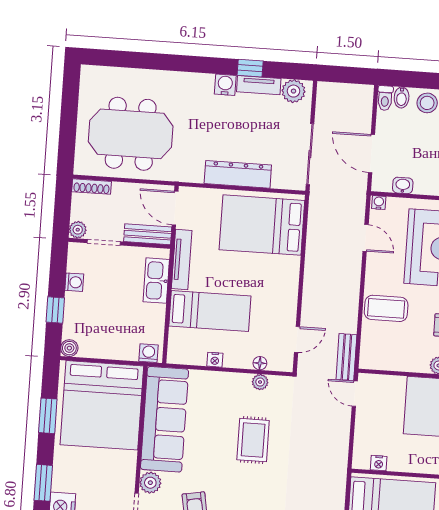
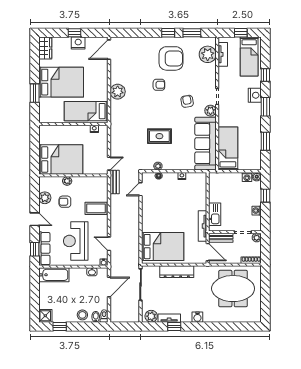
water cooler: (225, 85) -> (197, 317), moved
door: (371, 154) -> (109, 287), hinge flipped
bed: (210, 311) -> (186, 201), removed
washing machine: (149, 353) -> (247, 177), moved
door: (355, 394) -> (109, 164), hinge flipped
bed: (102, 405) -> (228, 149), width x0.49
rug: (253, 440) -> (159, 136), turned 90

